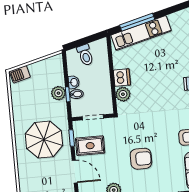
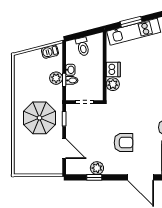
window: (137, 22) -> (131, 22), width x0.69
barbecue: (20, 74) -> (50, 52), moved
rug: (90, 146) -> (80, 127), removed

